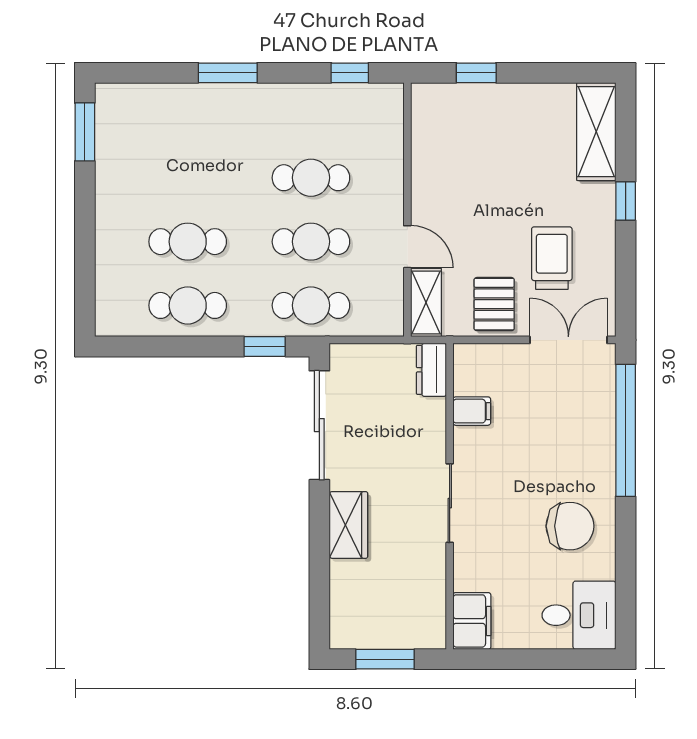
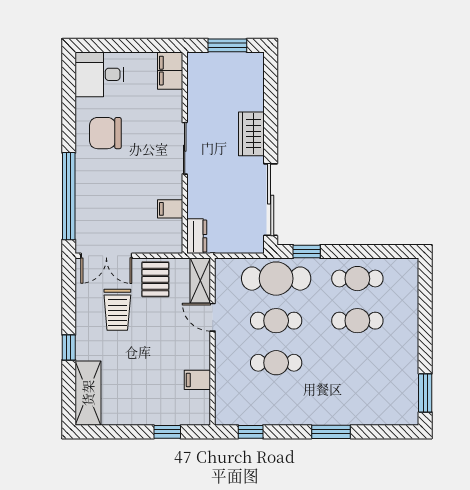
filing cabinet: (430, 152) -> (197, 380), added
cafe table: (311, 305) -> (276, 279), width x1.37, depth x1.35

